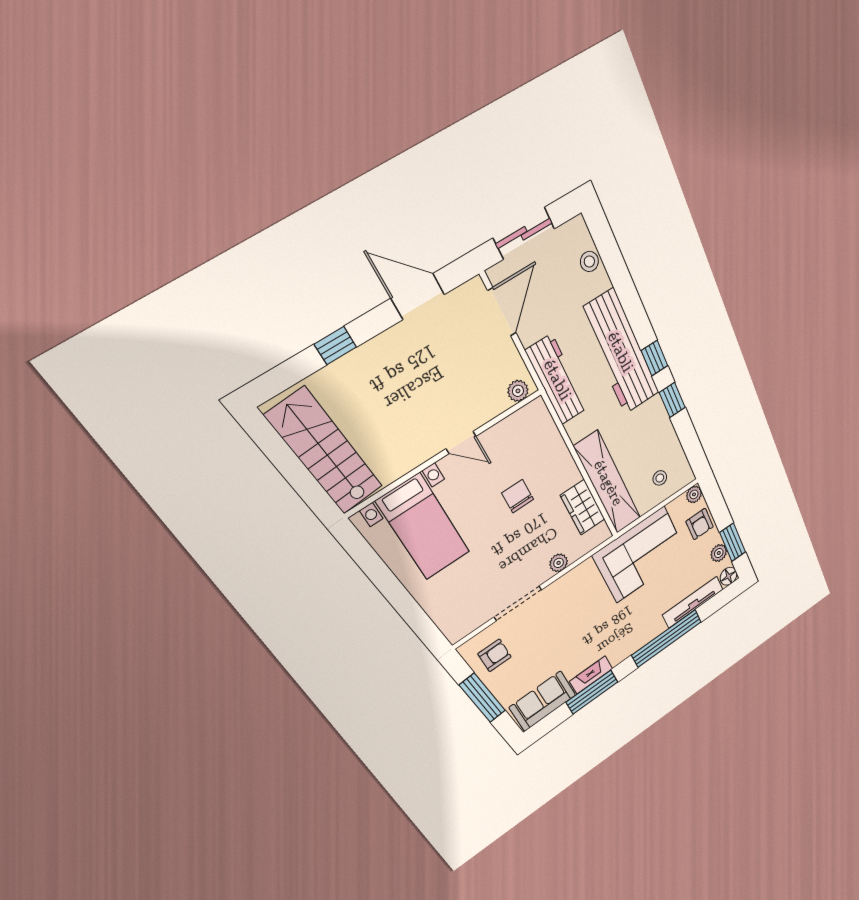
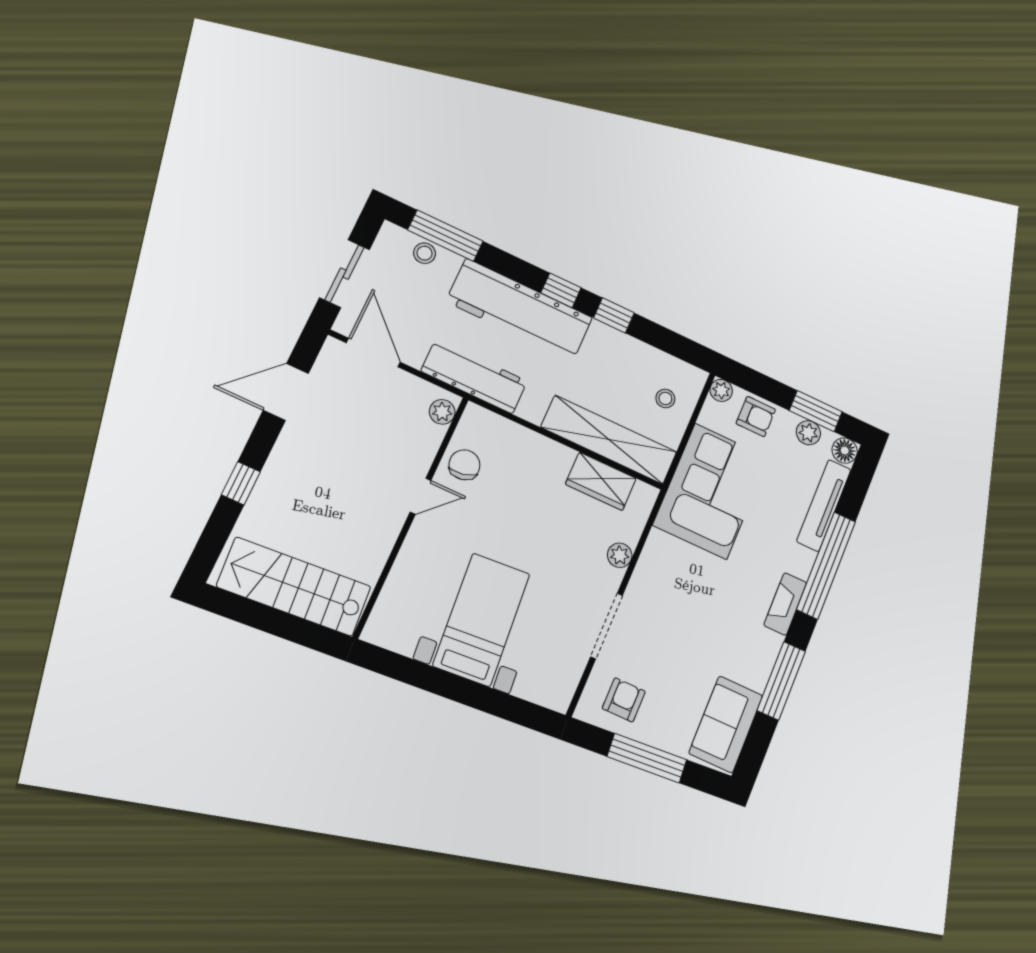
window: (612, 259) -> (445, 236), added
chair: (518, 496) -> (464, 465), moved, turned 79
bed with nightstands: (423, 527) -> (481, 620), moved, turned -94
fireplace: (591, 675) -> (785, 604), moved

